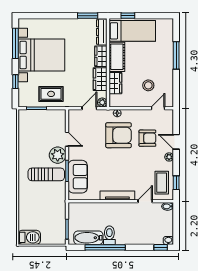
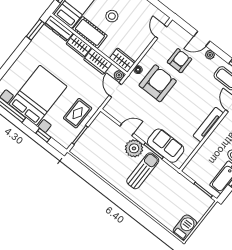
wardrobe: (115, 83) -> (122, 60), moved
stool: (148, 85) -> (112, 16), moved

